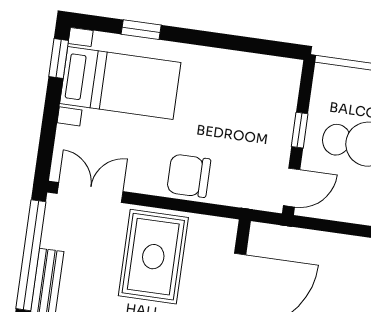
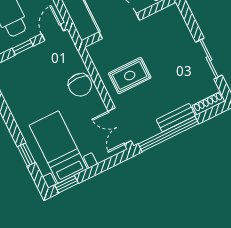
door: (292, 188) -> (52, 32), hinge flipped
rug: (153, 257) -> (130, 76), width x0.73, depth x0.70

